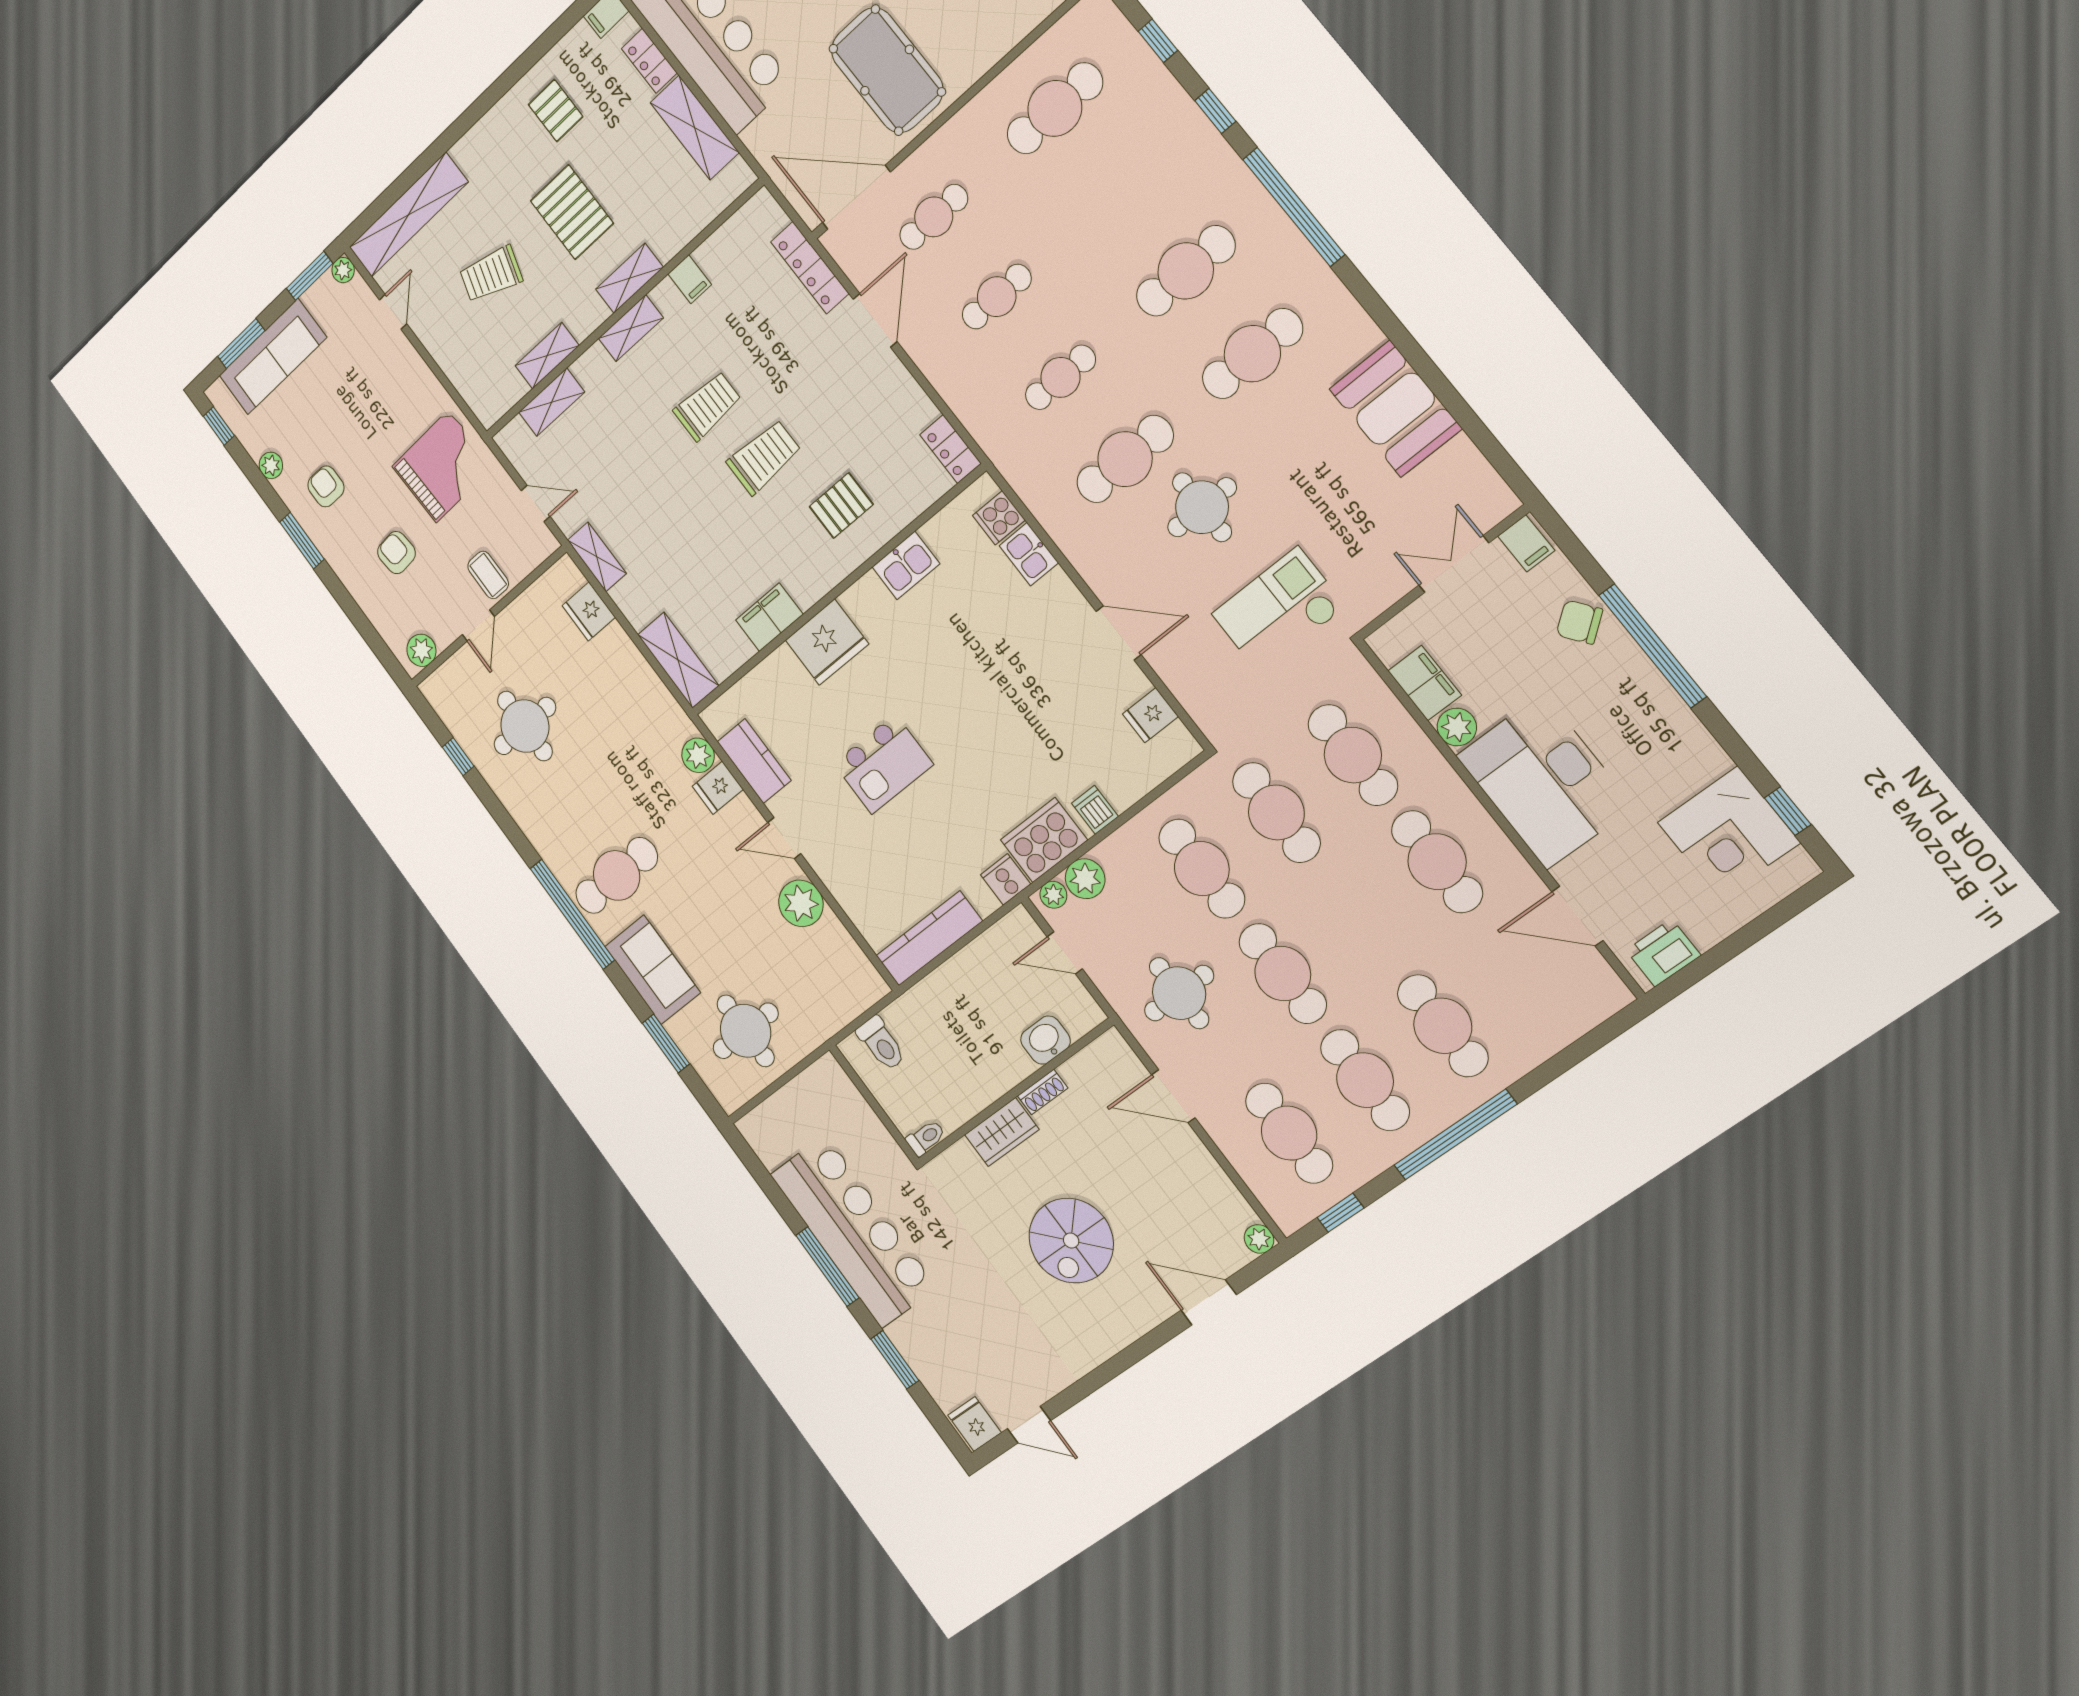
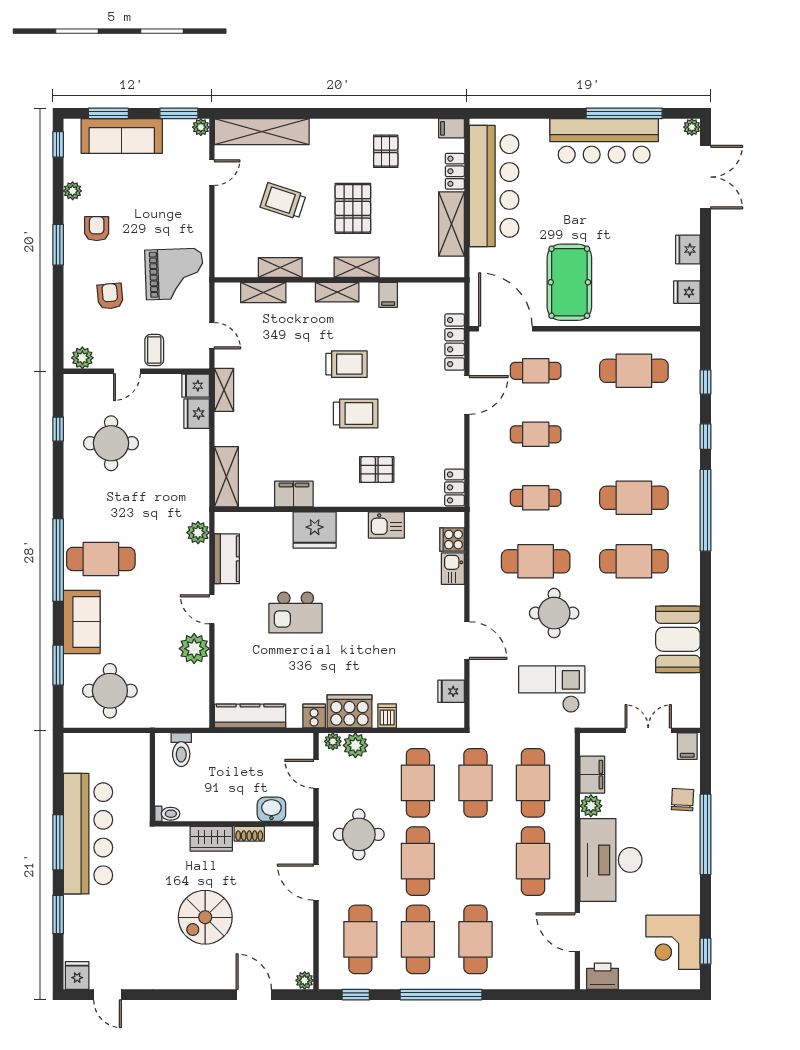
chair: (1579, 622) -> (683, 800), turned 40
fridge: (718, 788) -> (196, 386), moved

